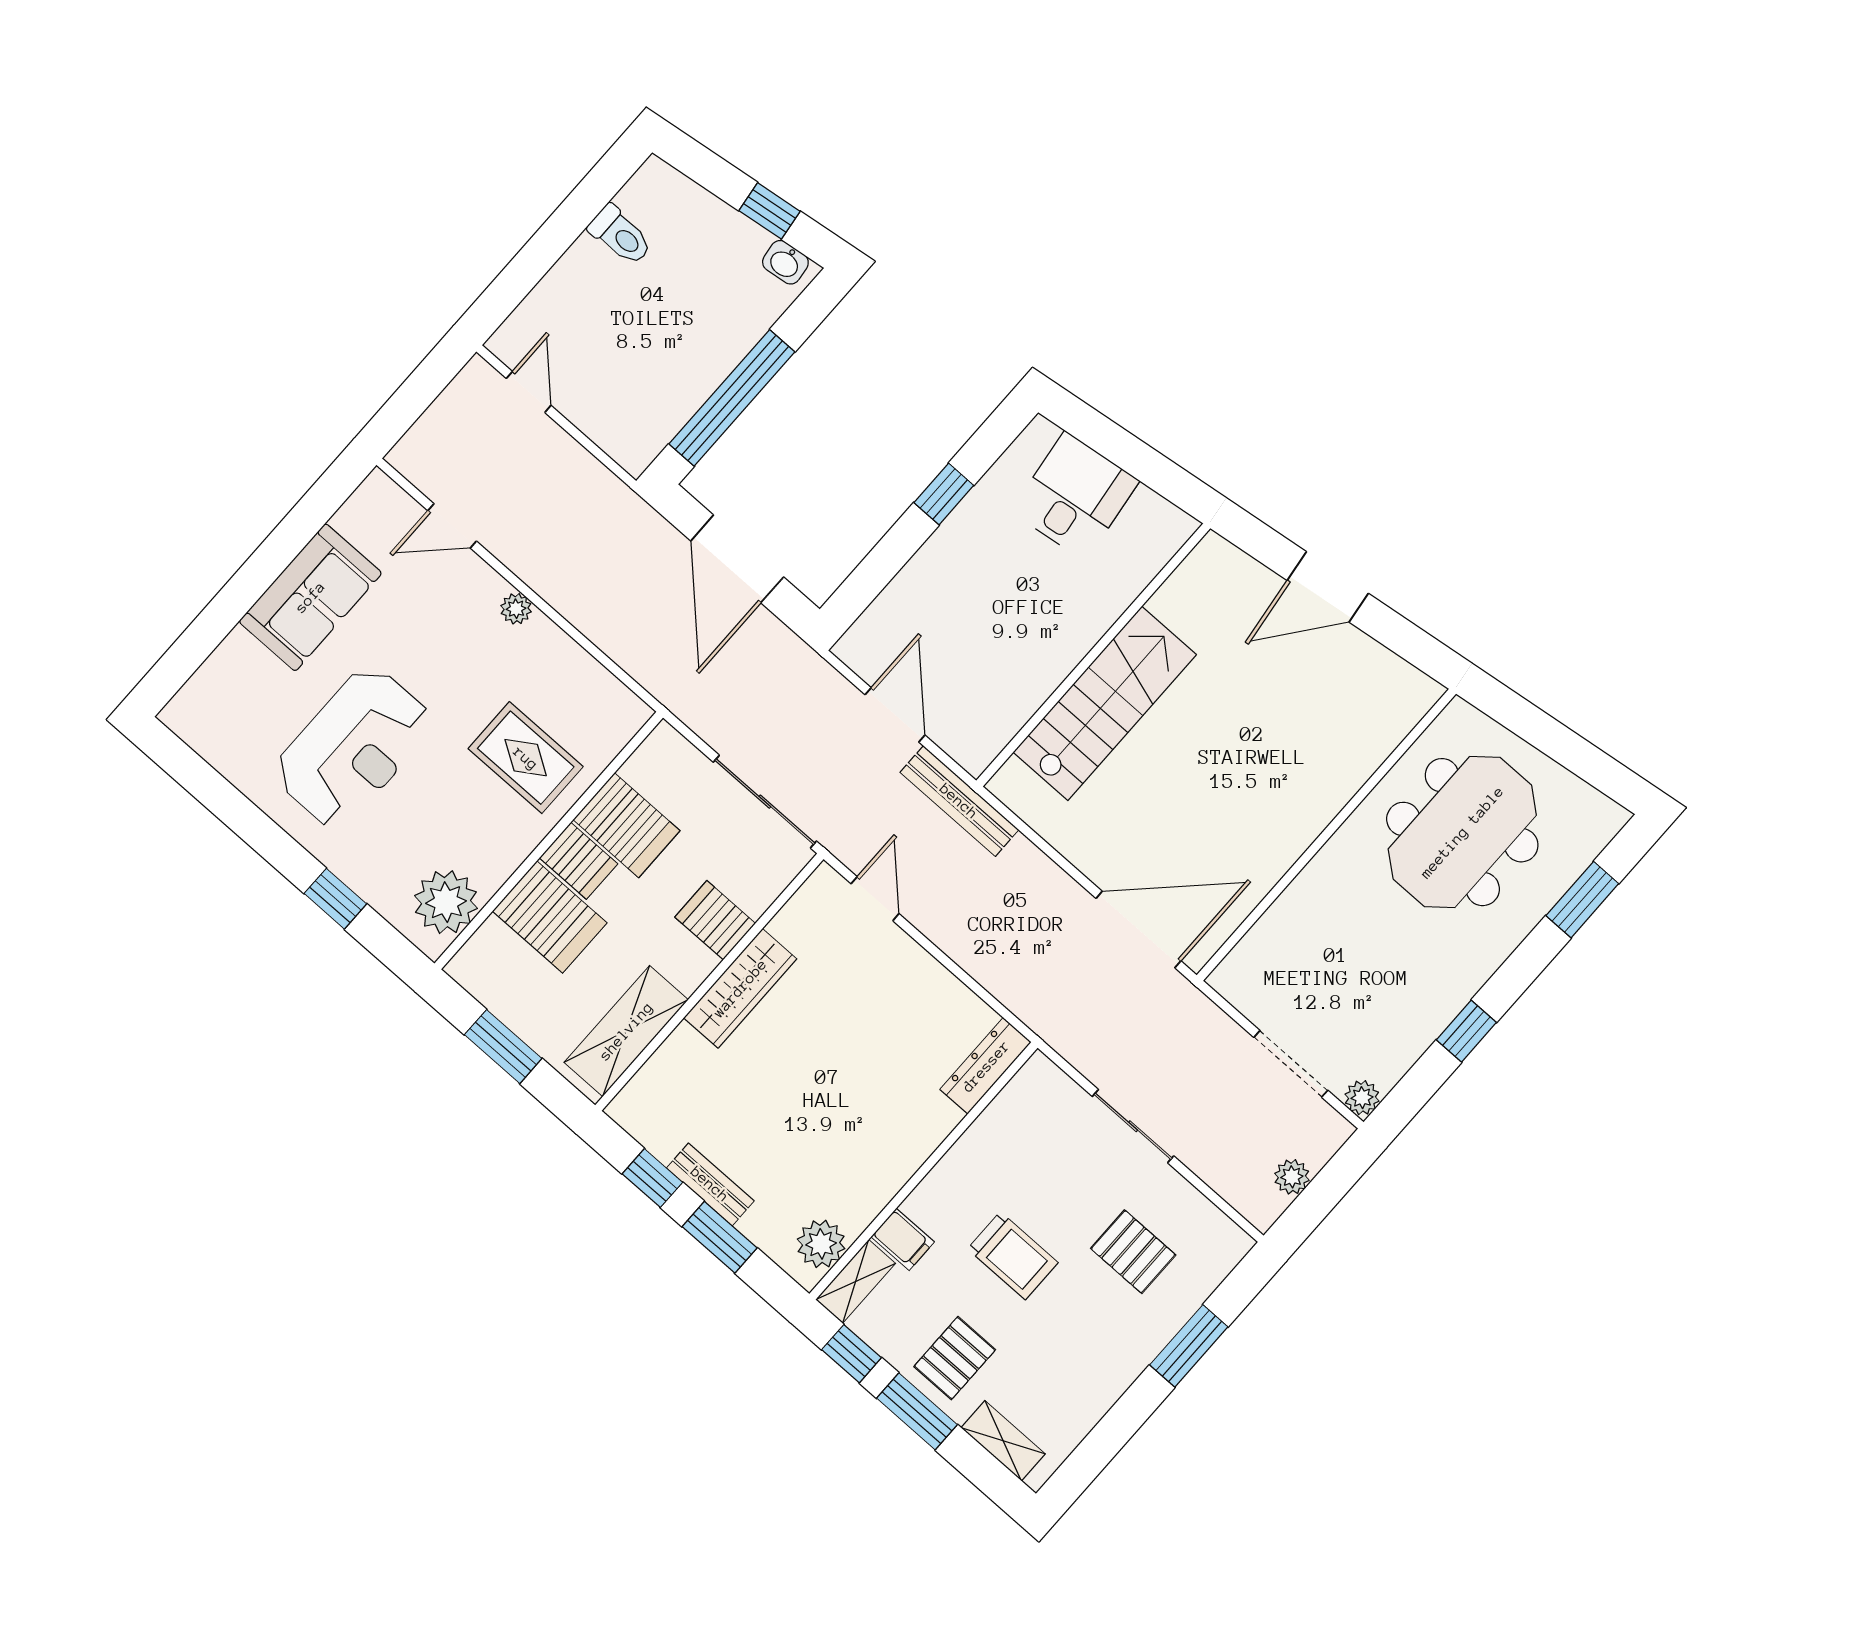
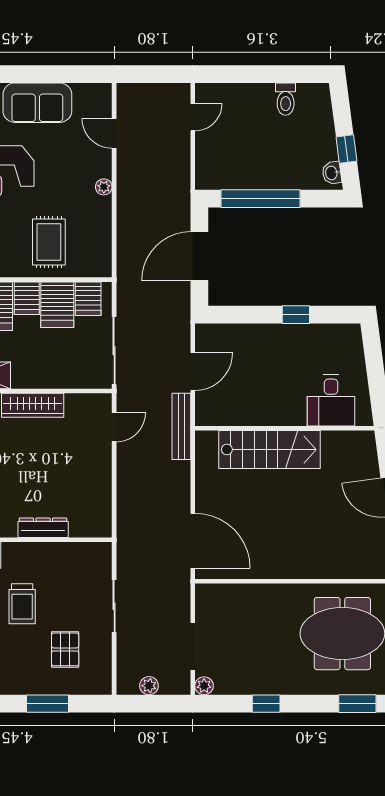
desk: (1075, 496) -> (331, 400), moved, turned 97
server rack: (715, 920) -> (88, 299), moved, turned 180
dresser: (986, 1066) -> (43, 528), moved

